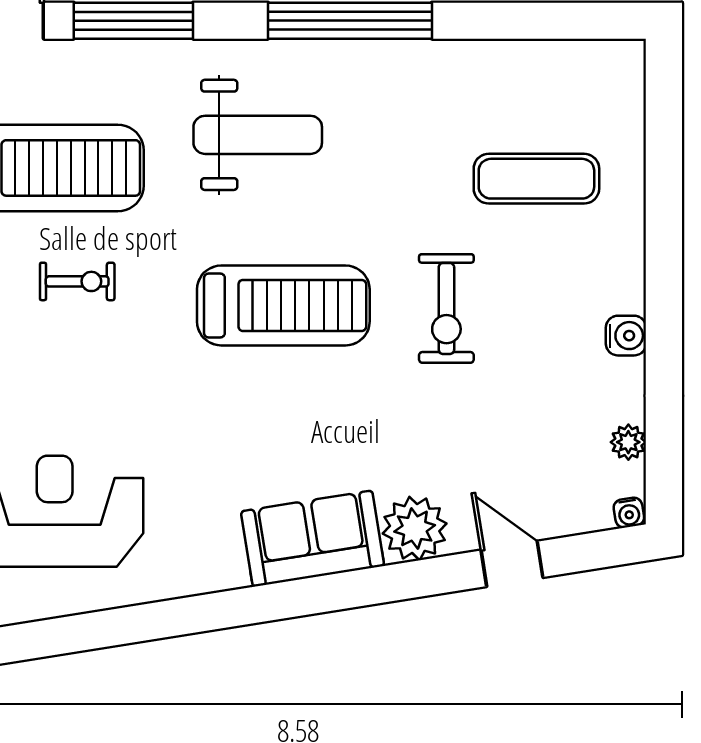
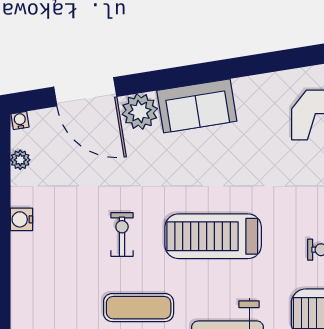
exercise mat: (536, 179) -> (139, 308), moved
exercise bike: (446, 308) -> (122, 235), width x0.73, depth x0.72
door: (512, 564) -> (85, 92), width x1.87

